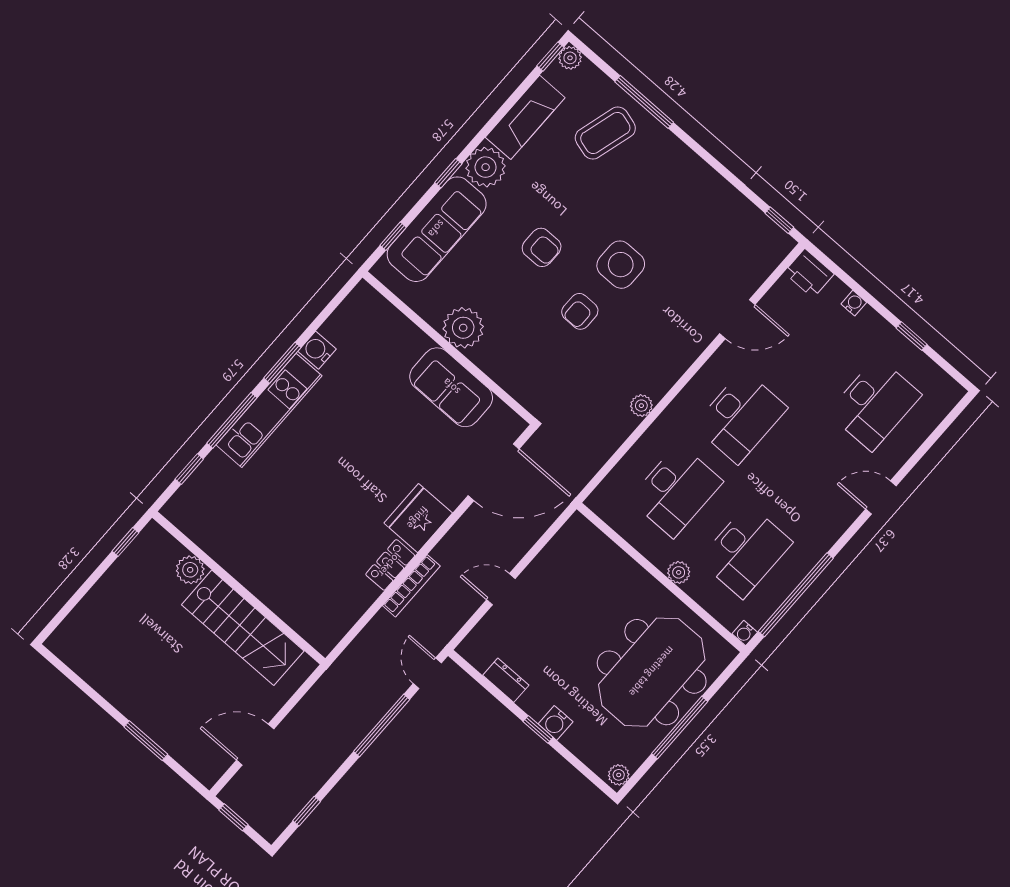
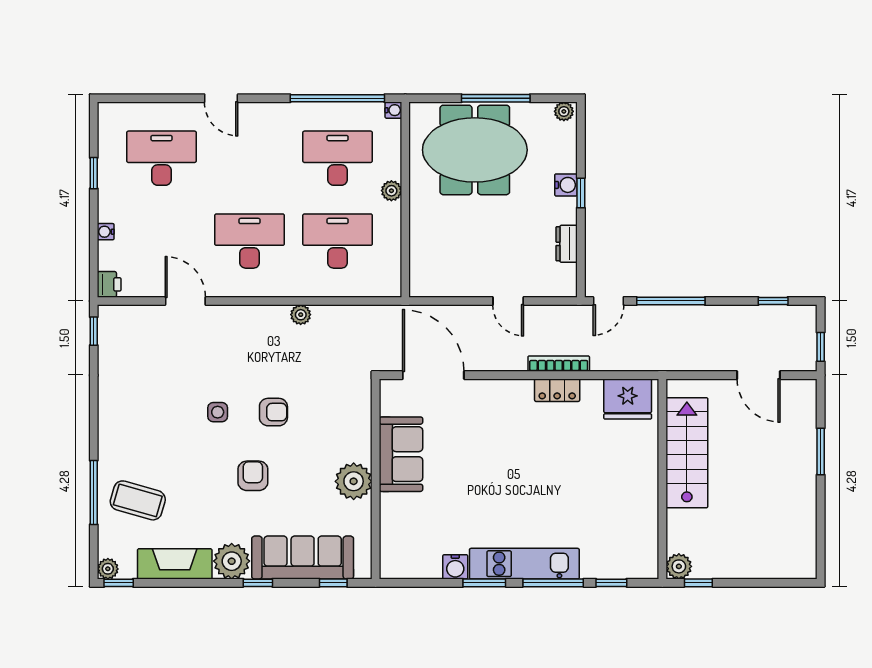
side table: (621, 265) -> (218, 412), width x0.54, depth x0.54
printer: (809, 273) -> (109, 284), width x0.73, depth x0.81
fridge: (418, 518) -> (628, 399), moved
plant: (190, 570) -> (679, 566), moved

